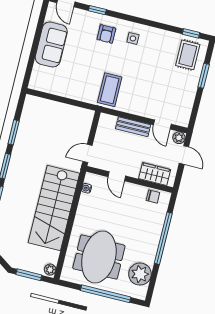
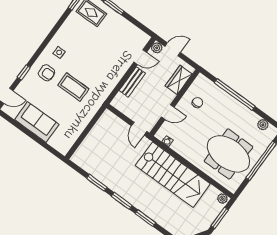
coffee table: (110, 90) -> (73, 87), moved
chair: (153, 196) -> (197, 103), moved
plant: (140, 274) -> (263, 125), width x0.53, depth x0.53

